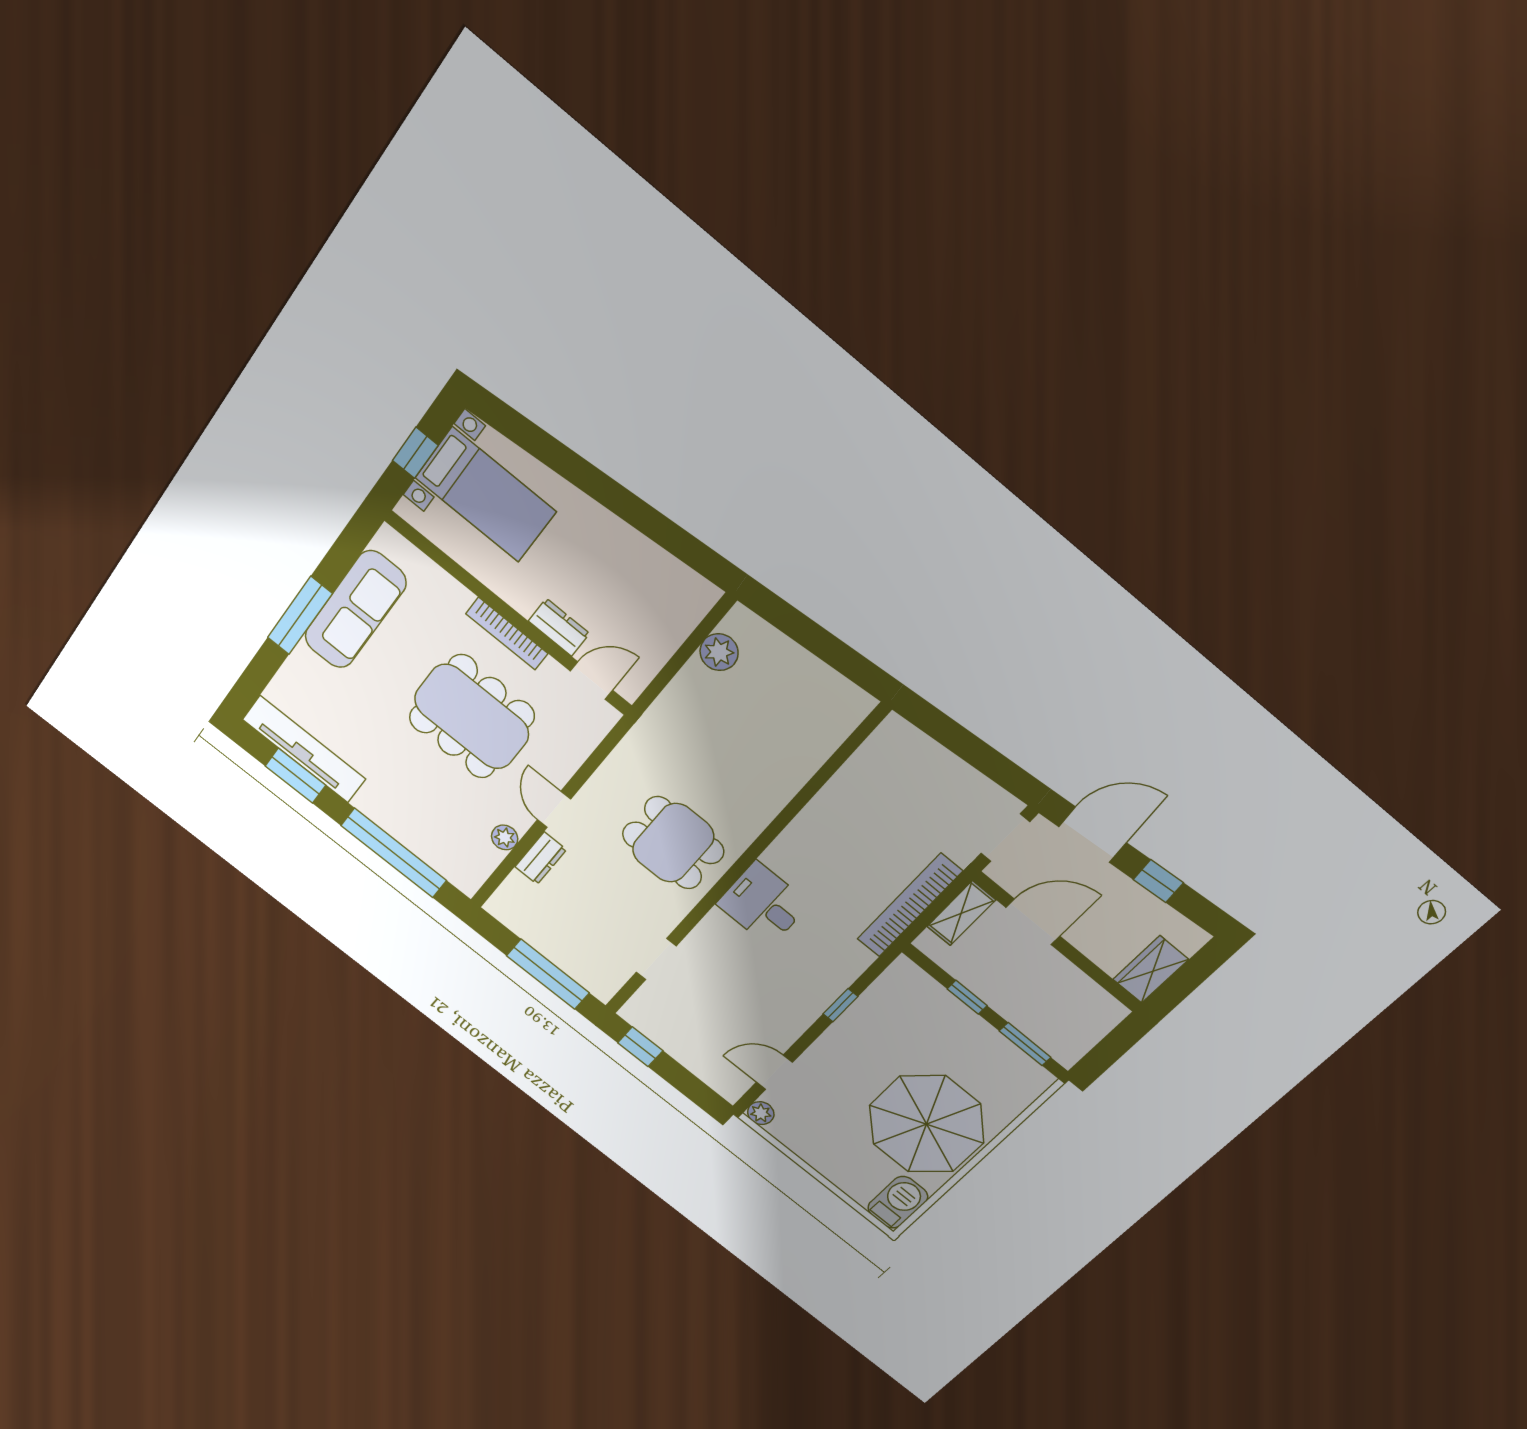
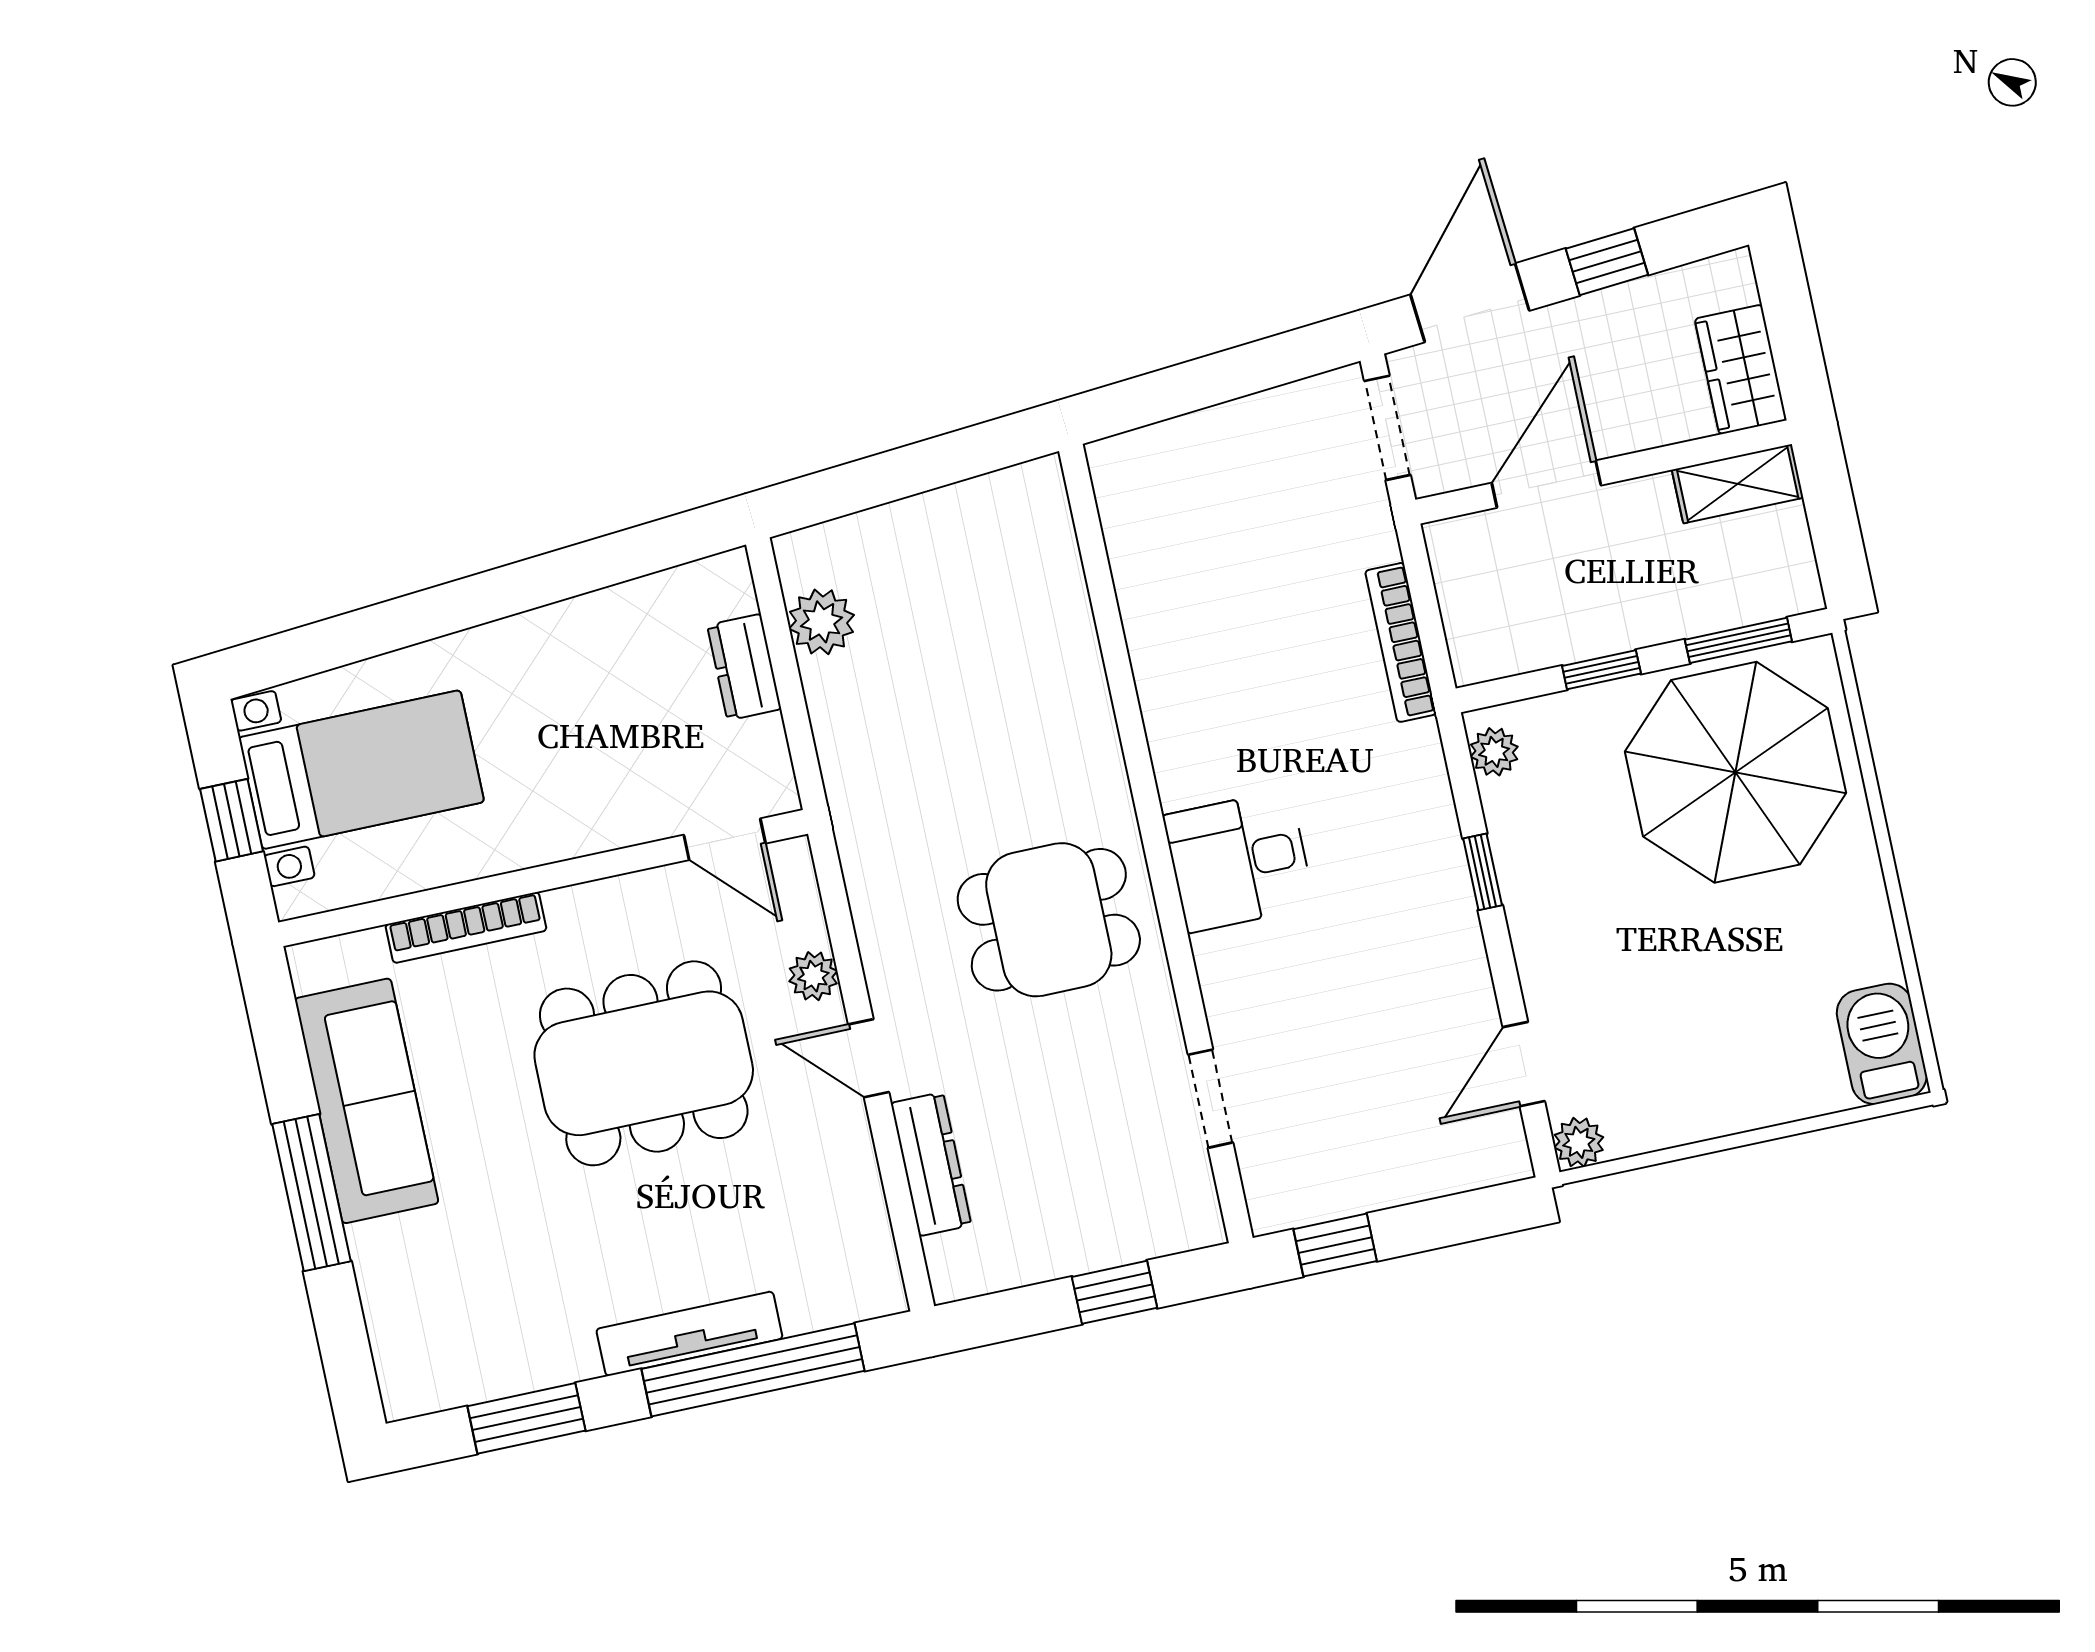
dresser: (559, 627) -> (744, 667), moved, turned -90
bookcase: (507, 634) -> (466, 928), moved
door: (591, 680) -> (725, 839), swing flipped
tv unit: (304, 749) -> (689, 1334), moved, width x0.73, depth x0.78
plant: (505, 837) -> (813, 976), moved
dresser: (541, 858) -> (931, 1164), width x1.44
bookcase: (910, 905) -> (1401, 642), width x0.68, depth x0.76
shelving: (961, 913) -> (1738, 484), moved, turned 90
window: (548, 974) -> (1115, 1292), width x0.46
plant: (896, 977) -> (1494, 752), added
parasol: (927, 1124) -> (1735, 772), moved

